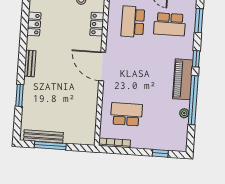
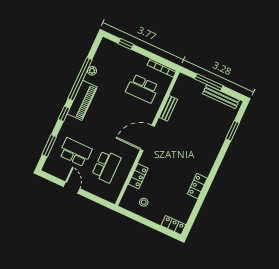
locker: (34, 24) -> (197, 186), moved
bench: (30, 63) -> (168, 108), moved
door: (102, 66) -> (147, 138), swing flipped
window: (20, 95) -> (232, 131), moved
window: (50, 146) -> (209, 82), moved

